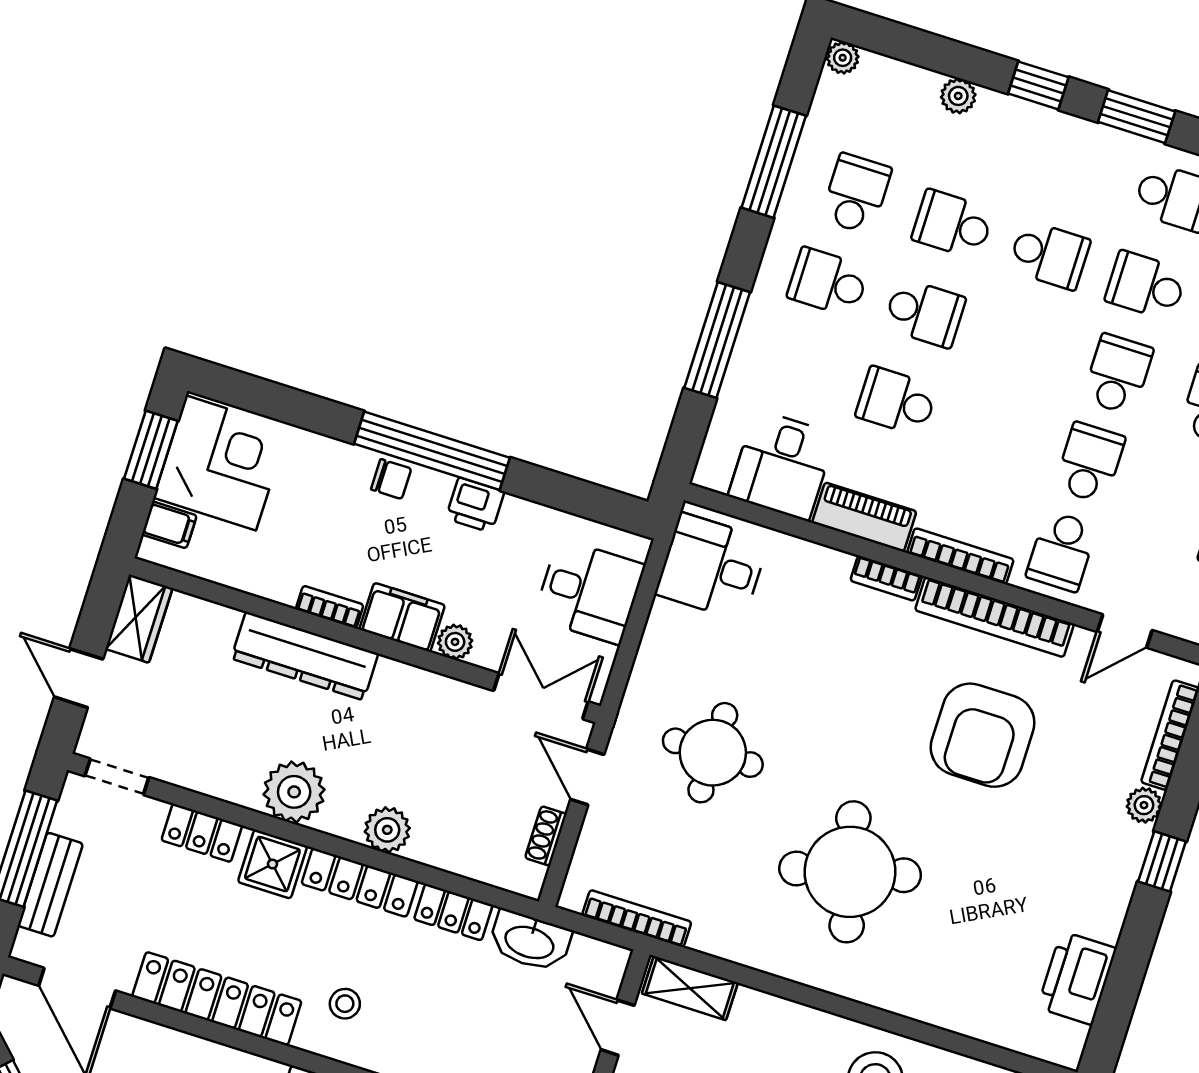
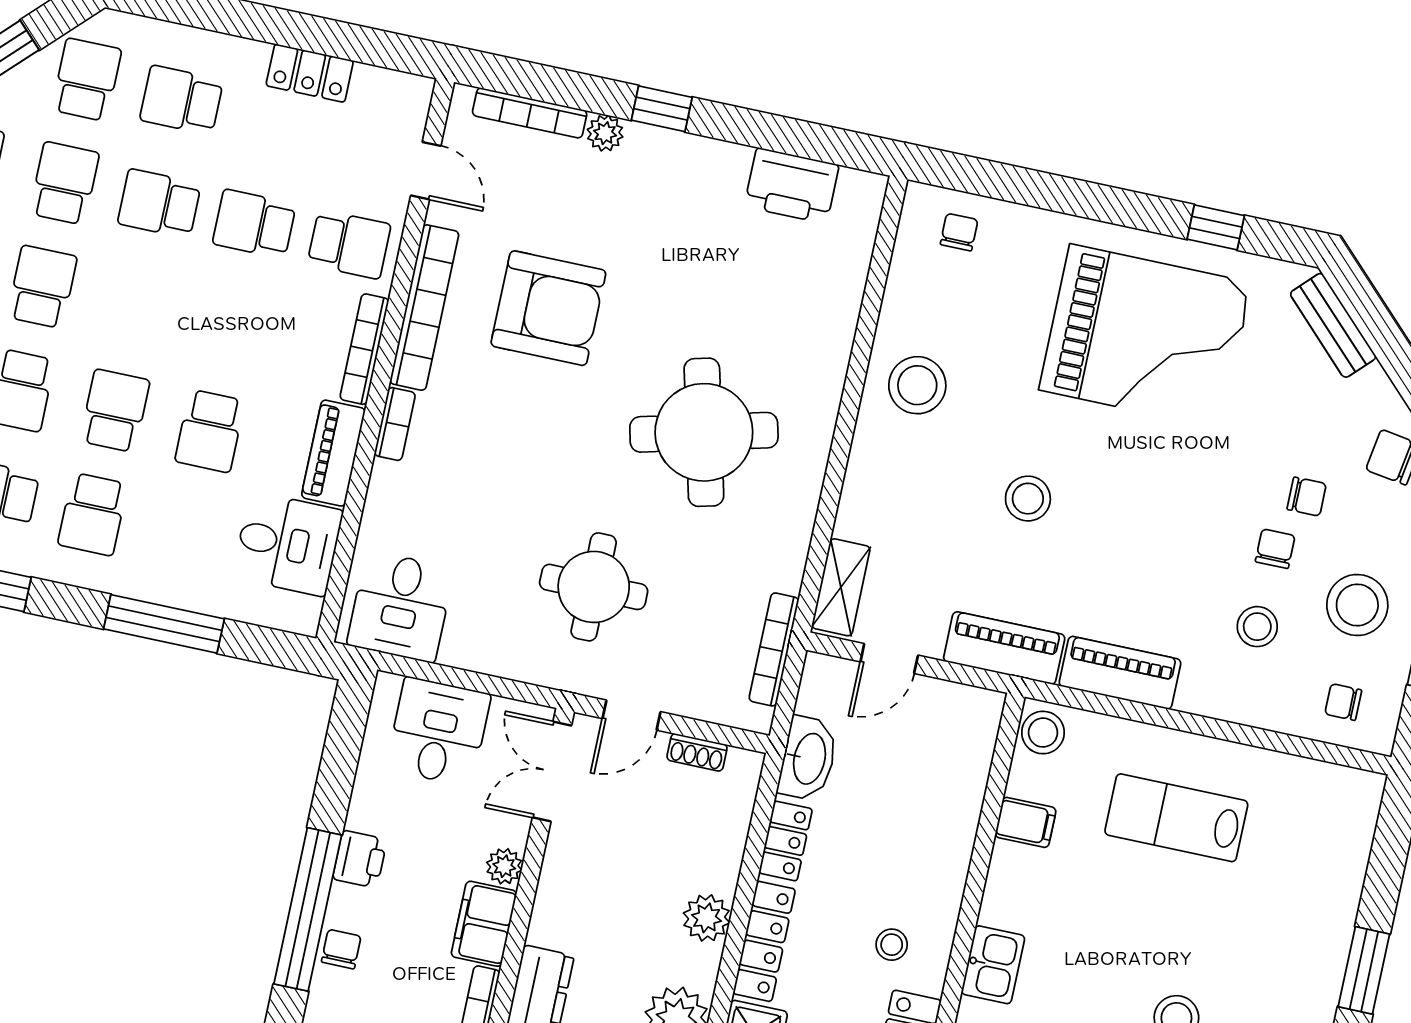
school desk: (1146, 286) -> (64, 183), turned 180

